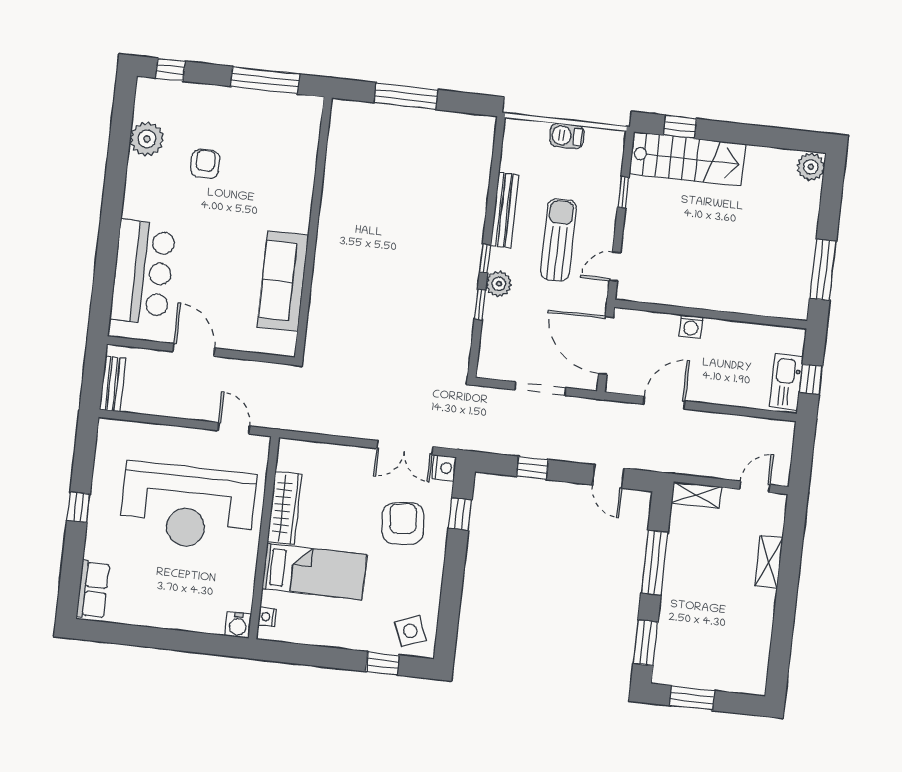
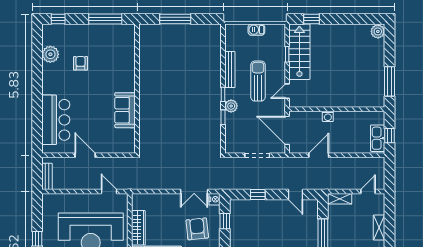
stairs: (687, 159) -> (299, 52), moved, turned -90
sofa: (283, 281) -> (125, 110), width x0.73

